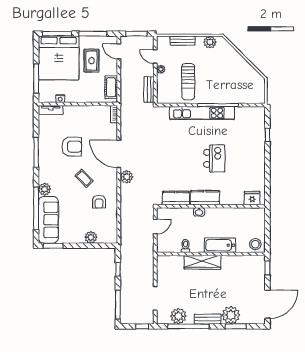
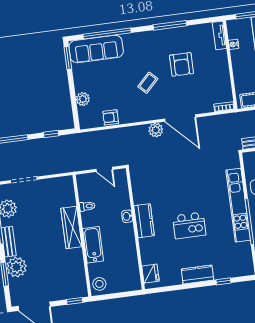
door: (119, 154) -> (180, 118), swing flipped
plant: (45, 189) -> (130, 40), removed
kitchen counter: (176, 198) -> (198, 275), moved, turned -90
armchair: (99, 202) -> (111, 117), moved

